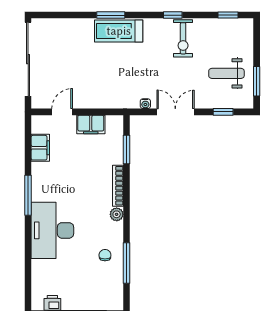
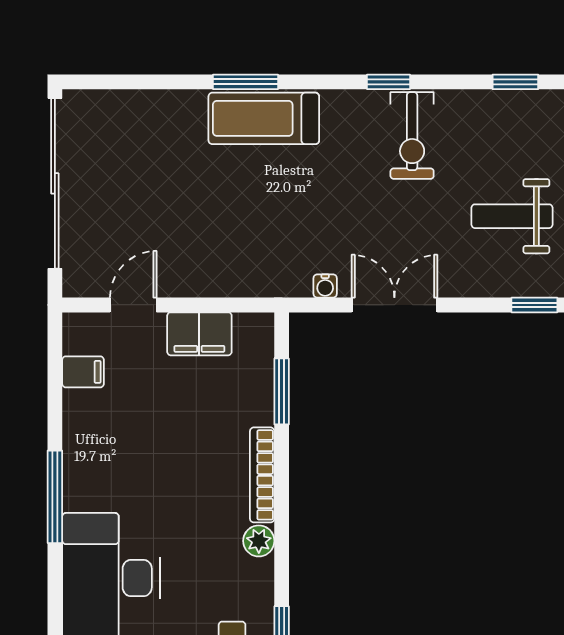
window: (223, 112) -> (534, 305), moved
filing cabinet: (40, 148) -> (83, 372), width x0.50

